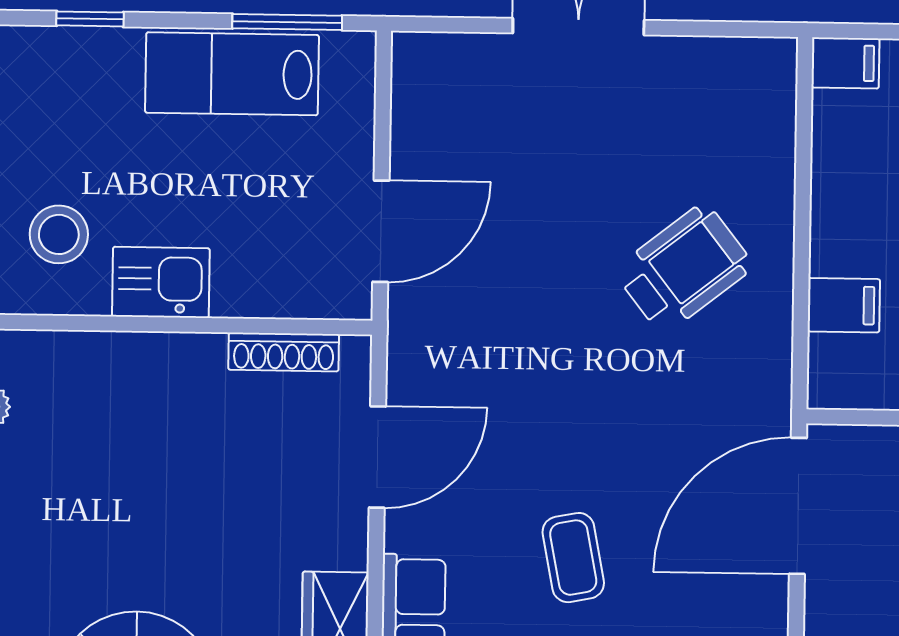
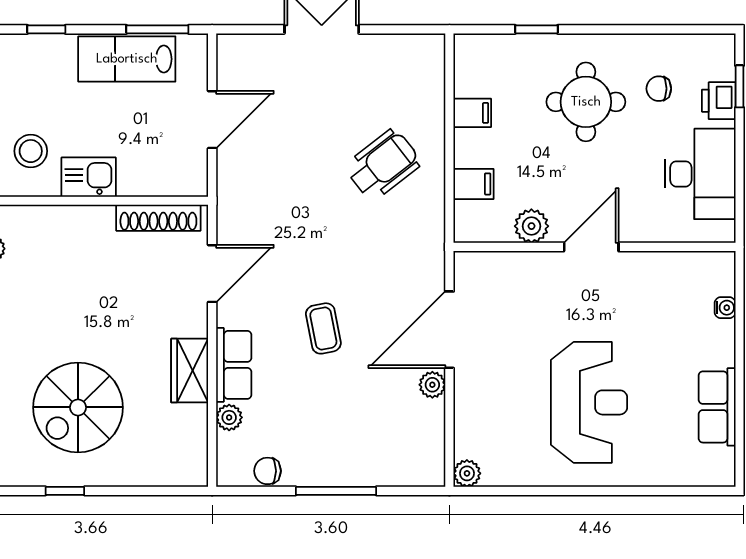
filing cabinet: (845, 63) -> (472, 113), moved
door: (381, 231) -> (212, 120), moved
shoe rack: (284, 352) -> (158, 218), width x1.36, depth x1.24
door: (798, 506) -> (449, 330), moved

